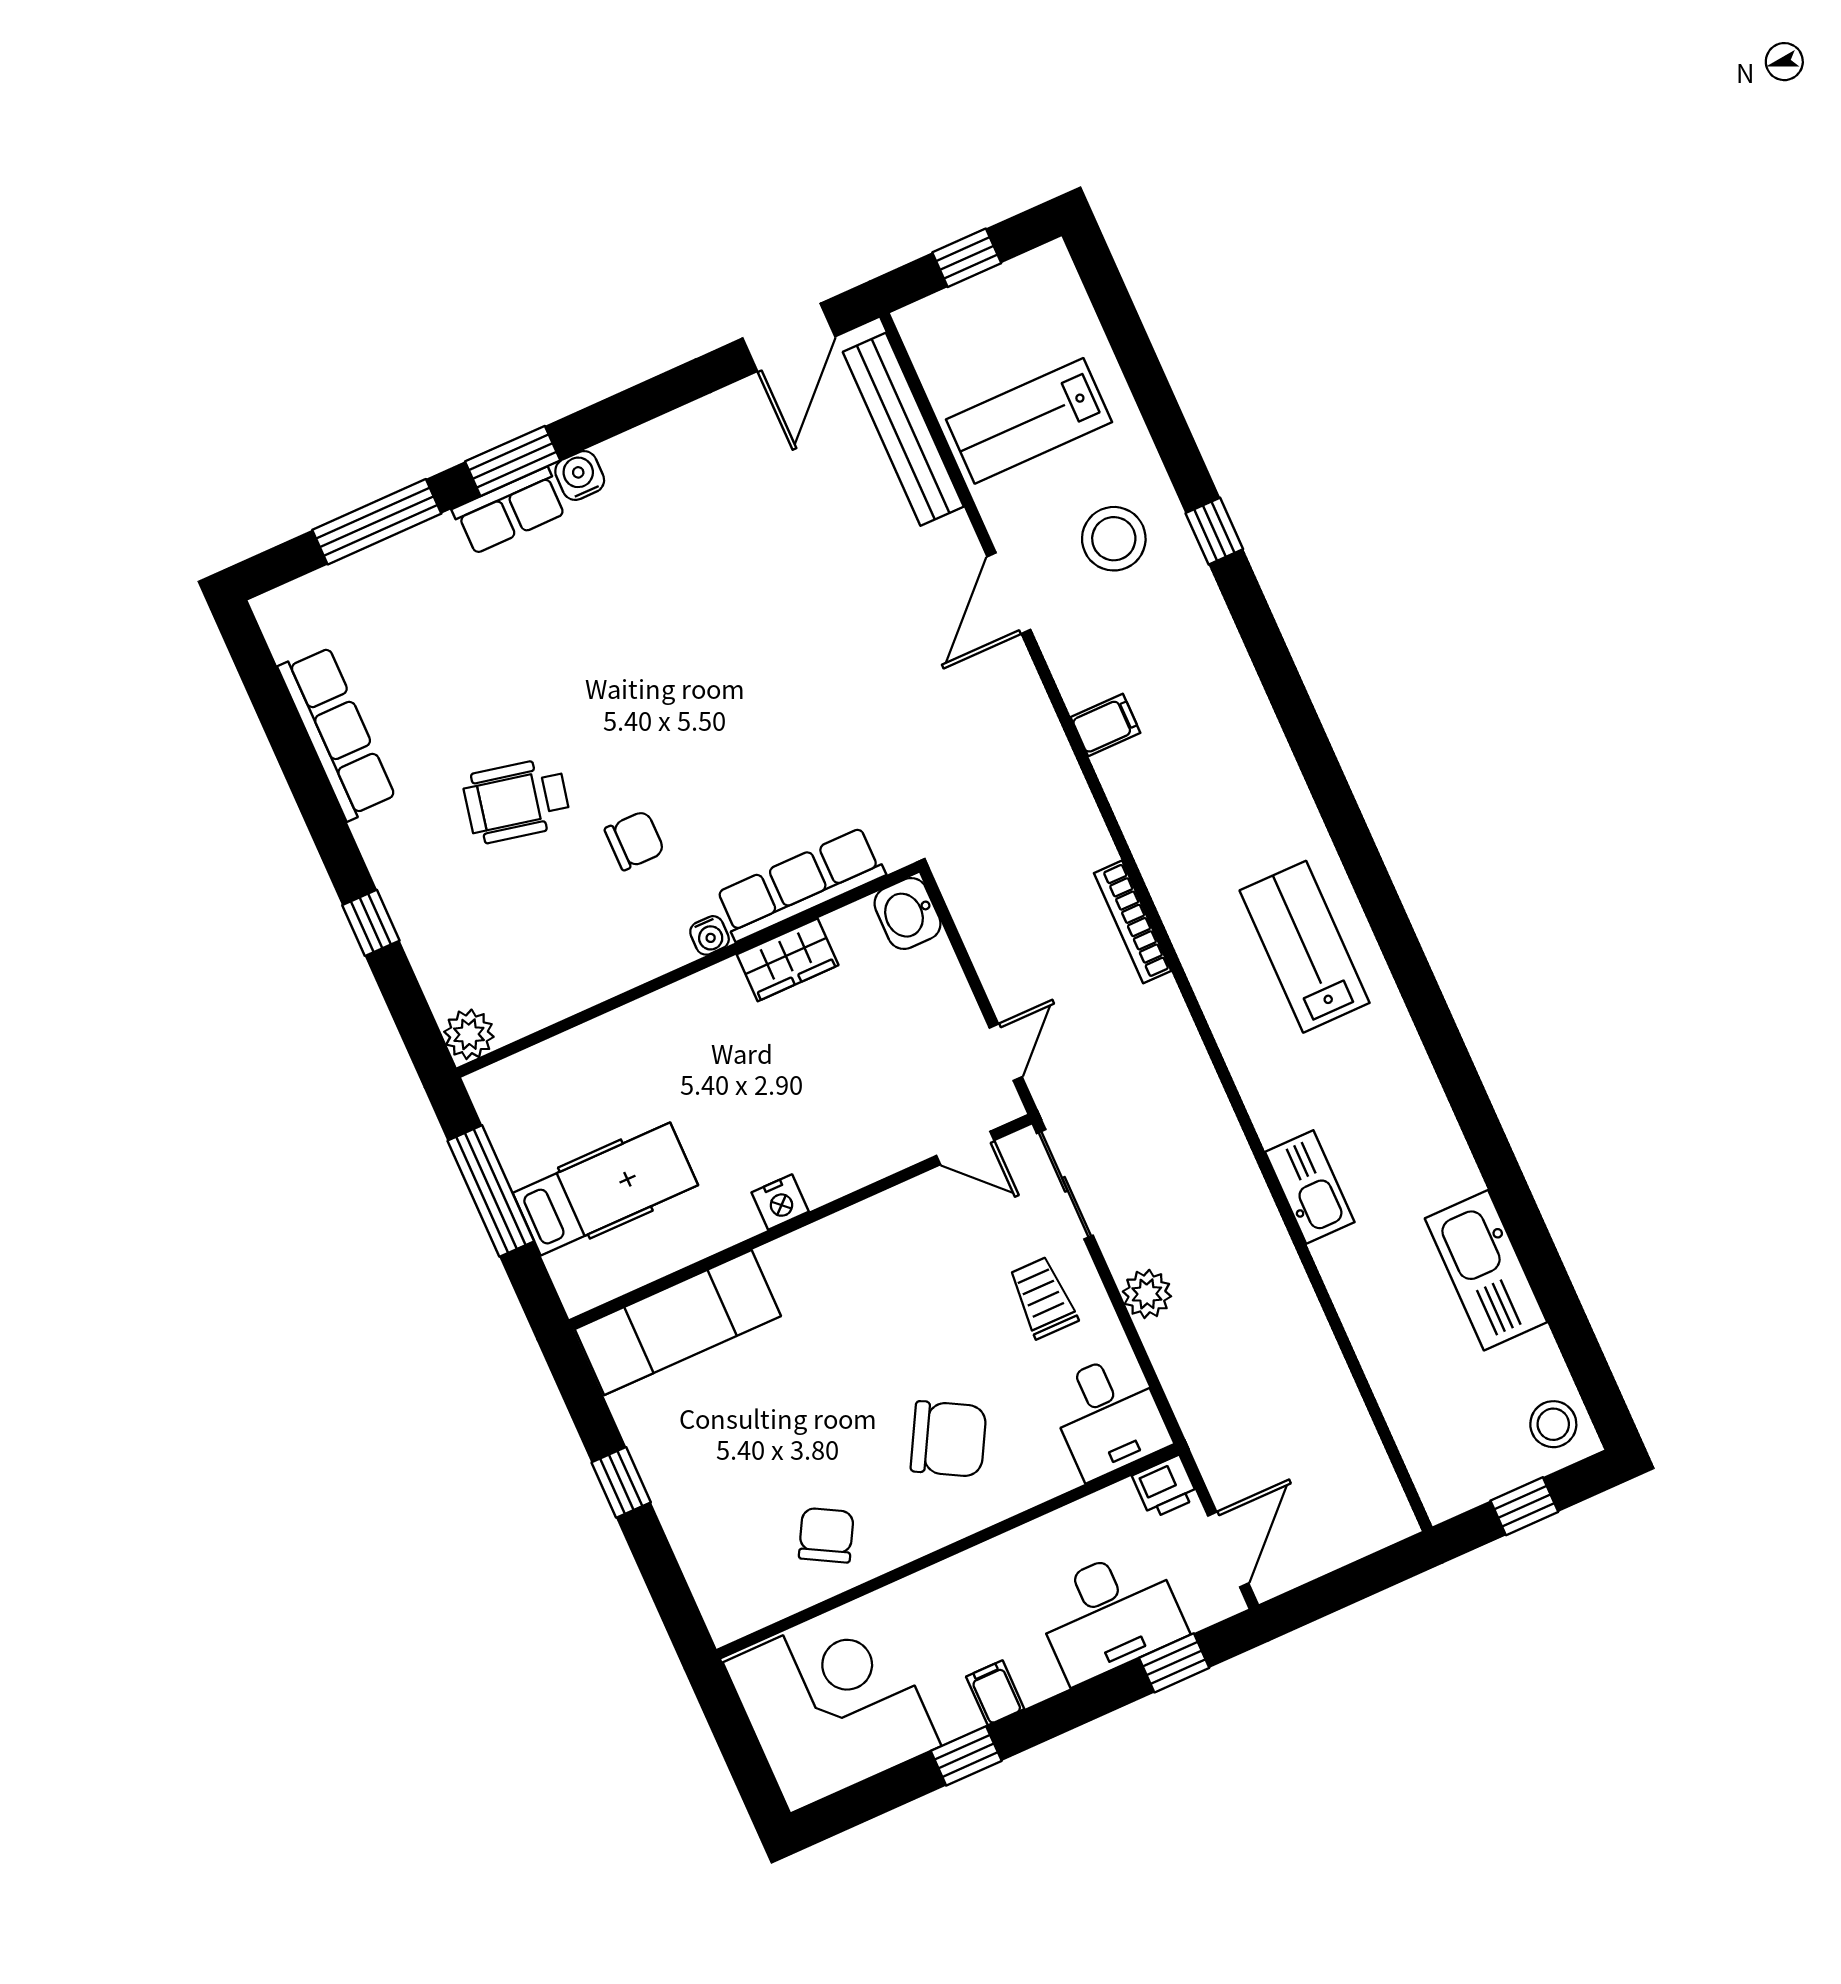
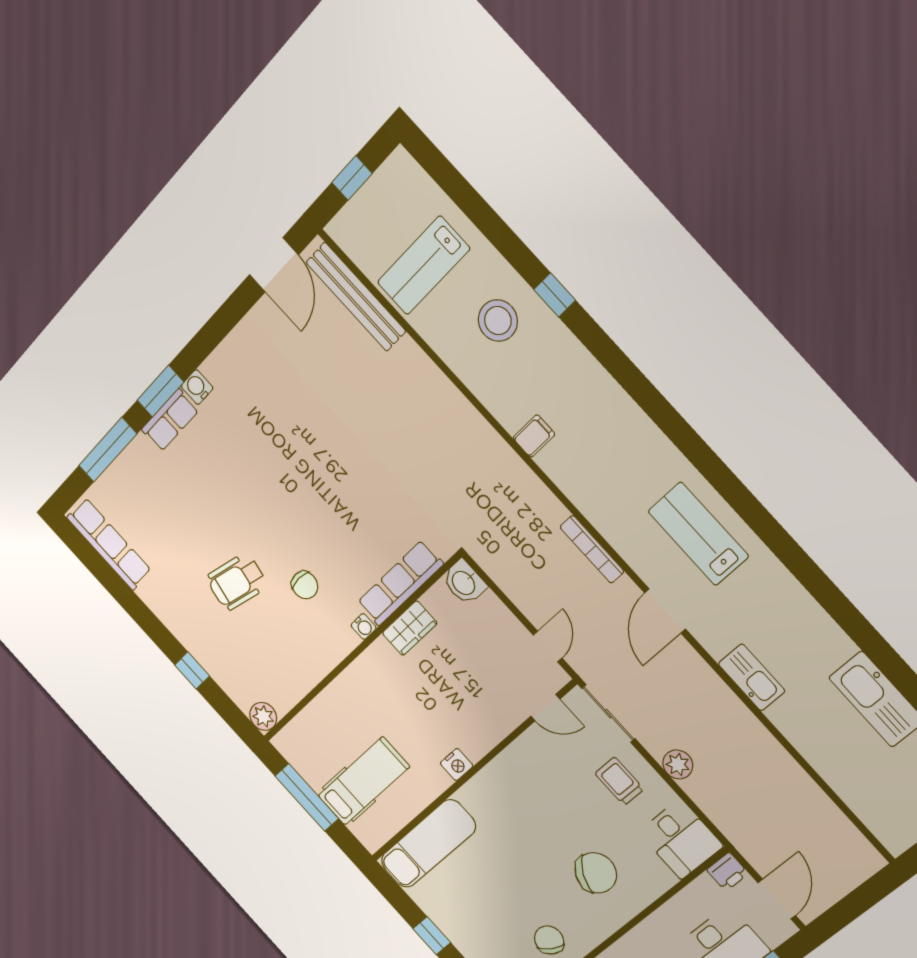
door: (1009, 593) -> (665, 611), moved
row of seats: (337, 733) -> (109, 544), moved
chair: (635, 840) -> (305, 585), turned 90

